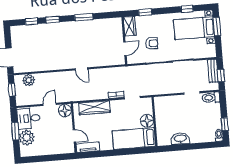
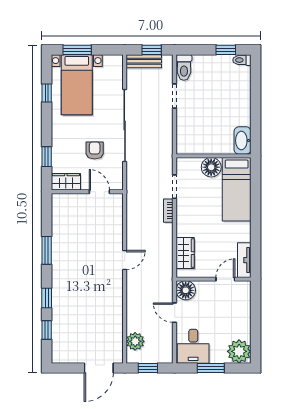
wardrobe: (94, 108) -> (185, 253), width x0.67
plant: (27, 138) -> (239, 351), moved
washbasin: (180, 139) -> (242, 140), moved

